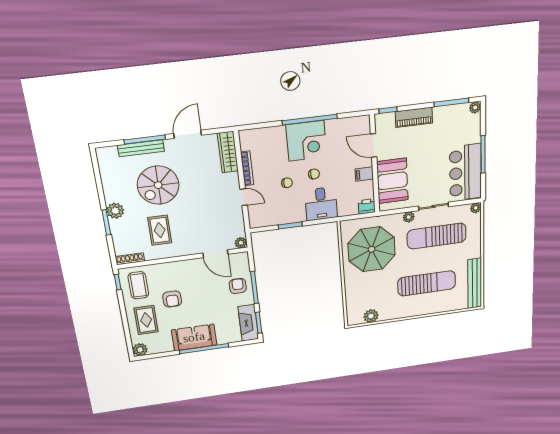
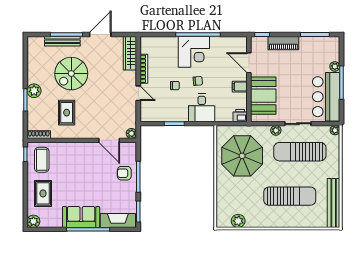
plant: (475, 108) -> (335, 66), moved
armchair: (238, 286) -> (124, 173), turned -90
armchair: (172, 299) -> (68, 177), removed
fireplace: (248, 323) -> (118, 220), moved, turned 90

